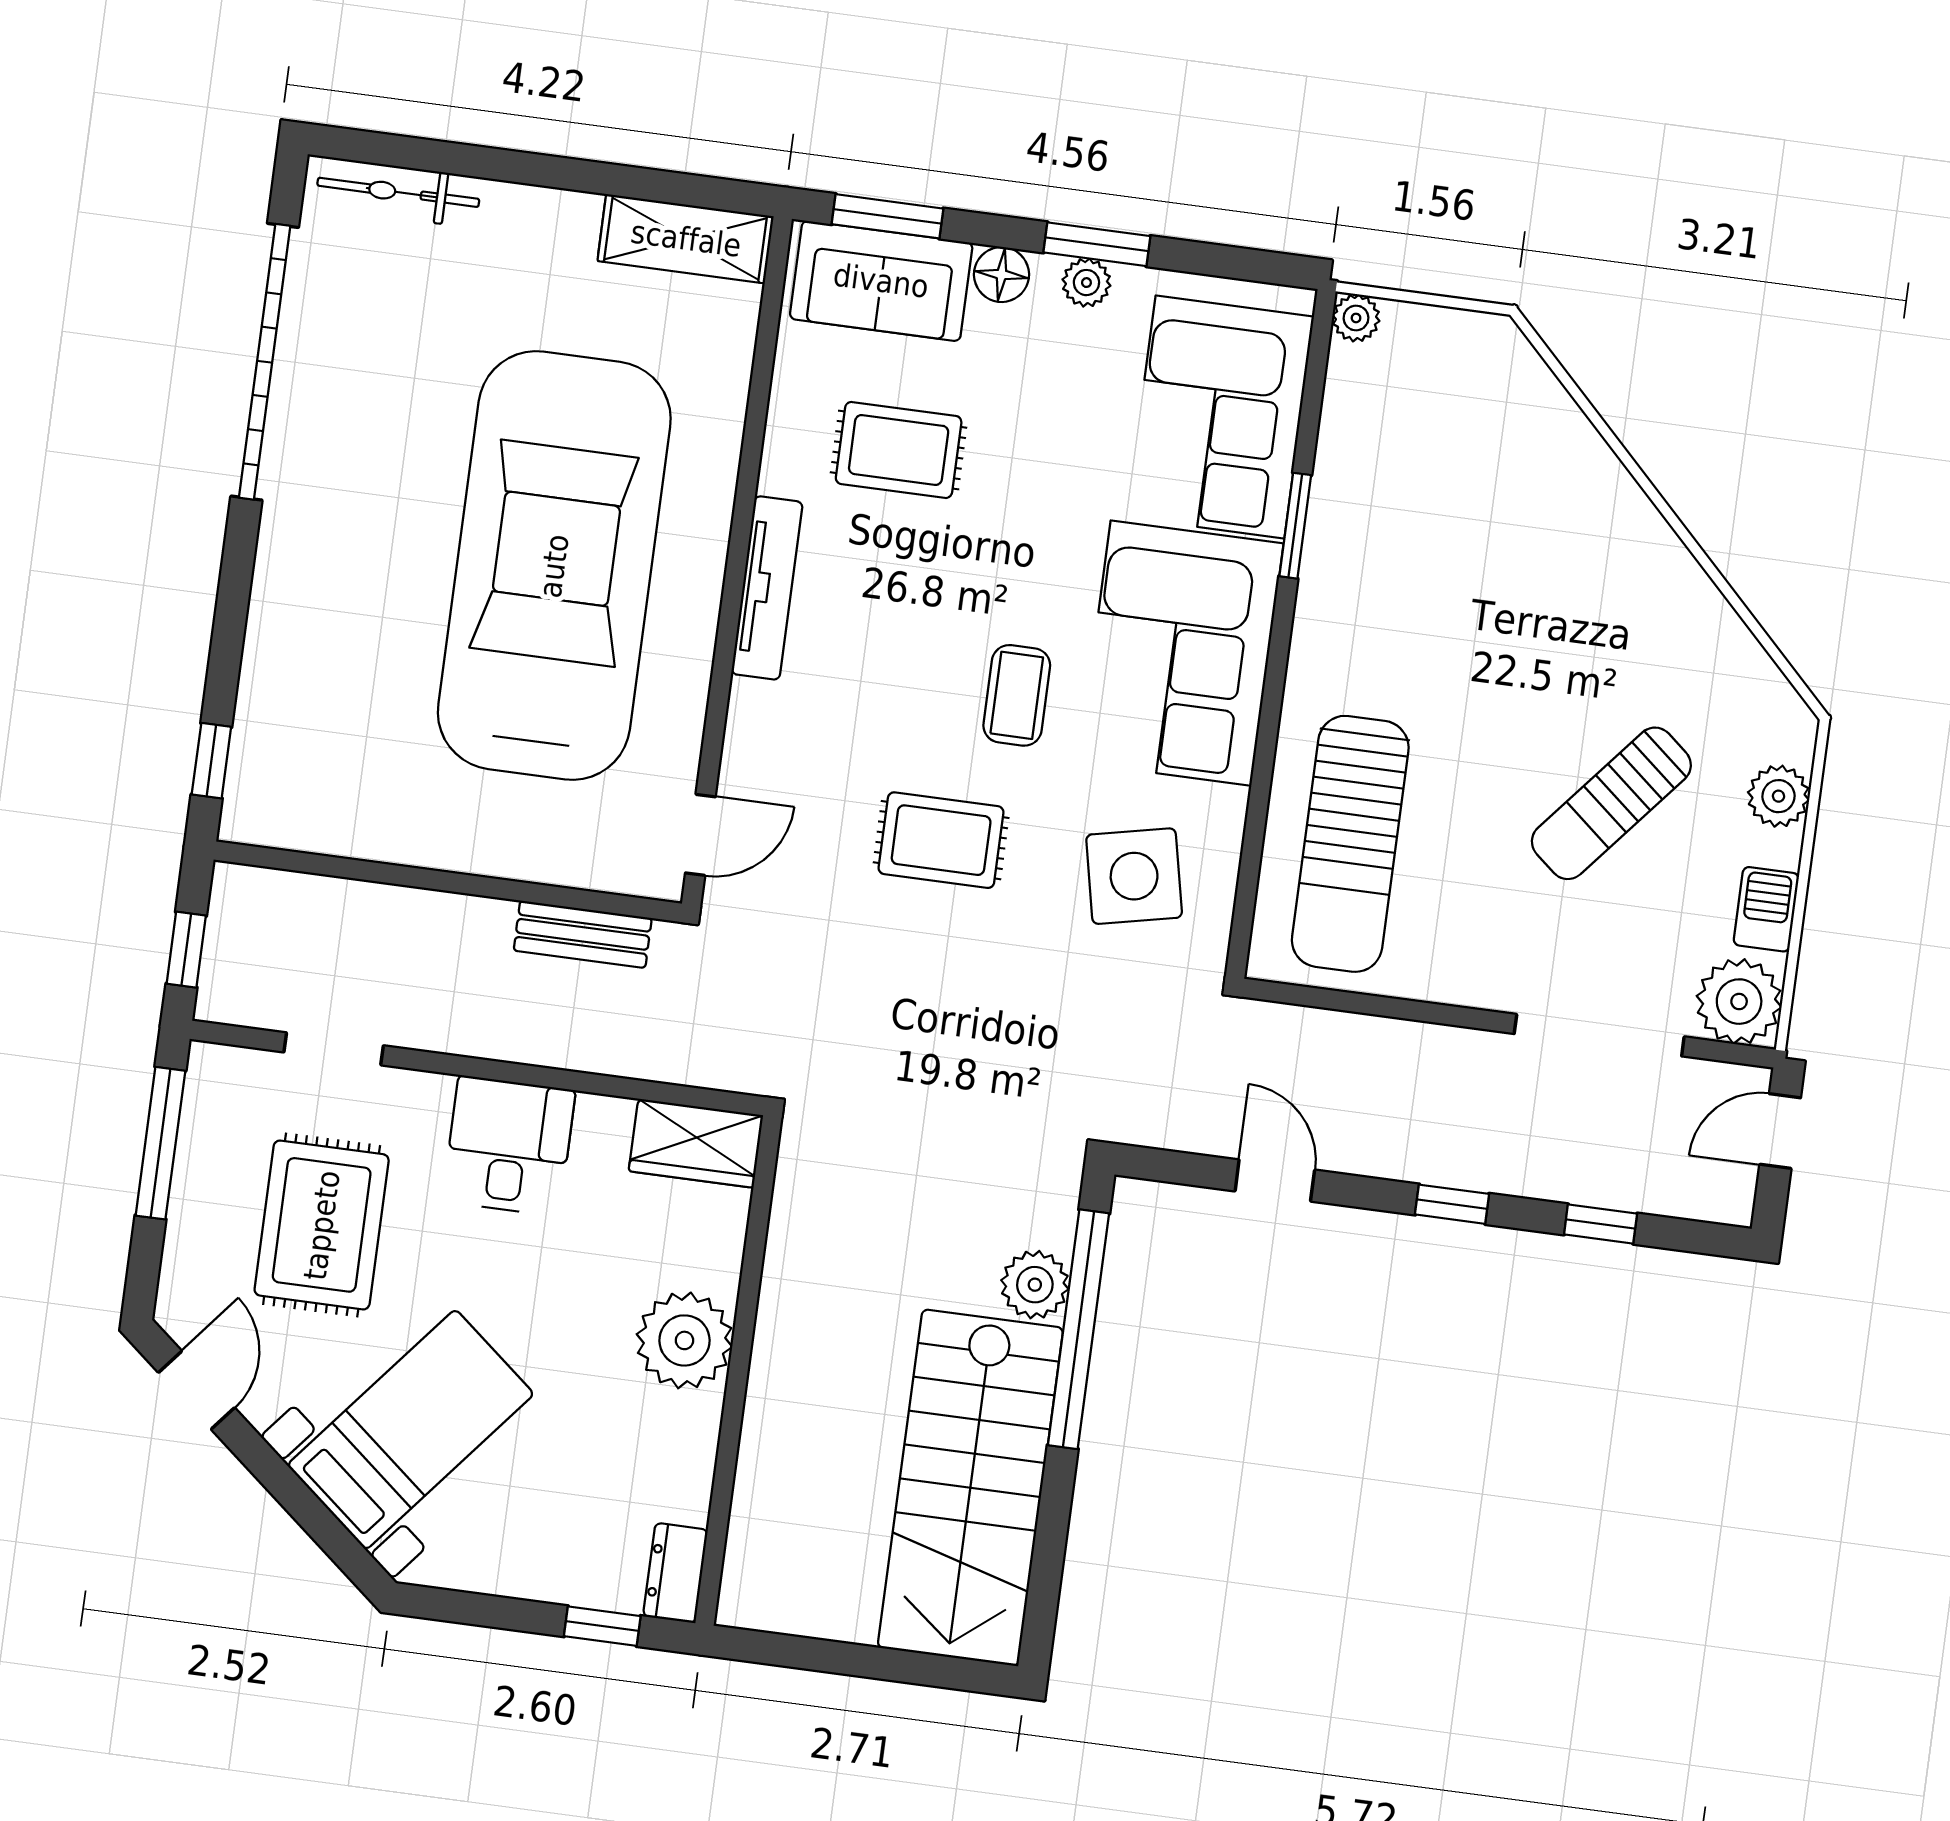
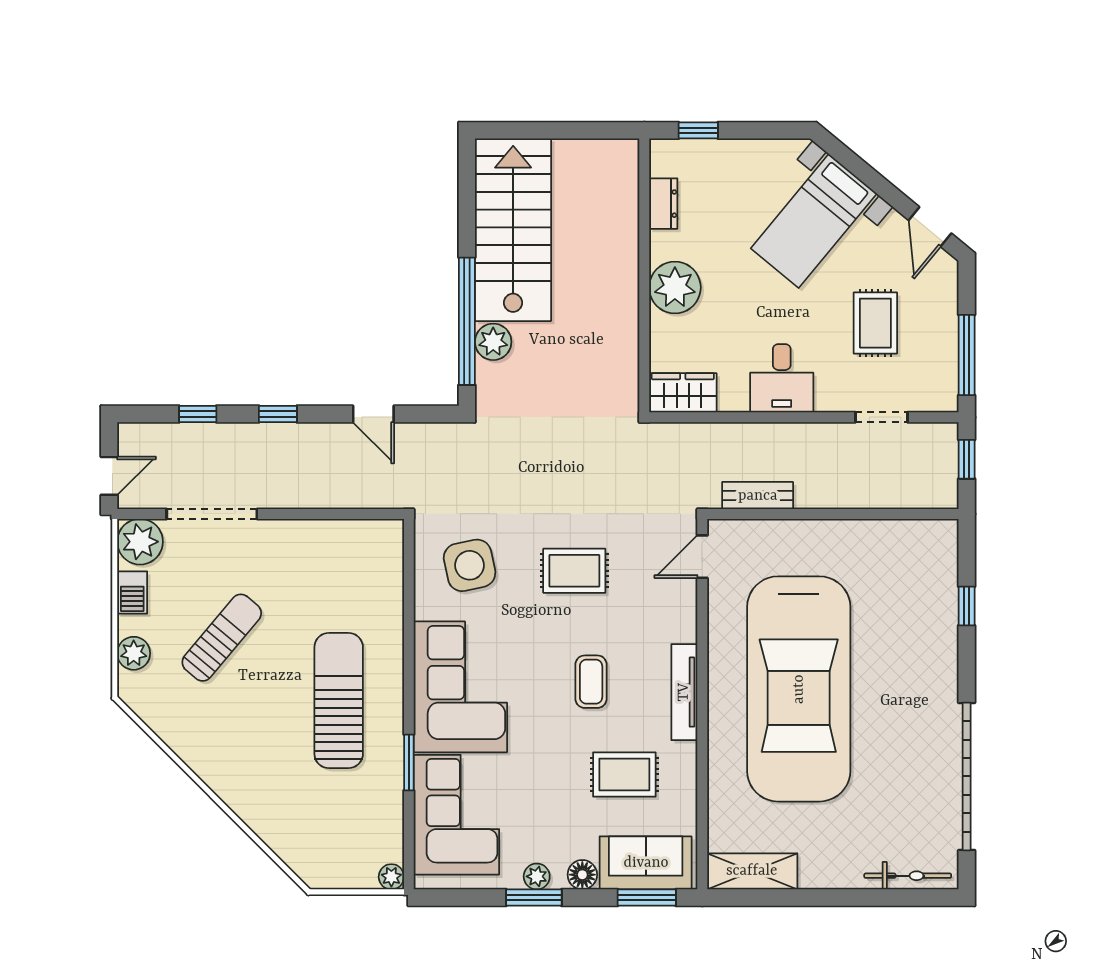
coffee table: (1017, 695) -> (591, 682), moved
window: (211, 761) -> (967, 606), moved
sun lounger: (1350, 844) -> (339, 701), moved
rug: (322, 1225) -> (875, 323), width x0.73, depth x0.70
dresser: (675, 1573) -> (663, 204), moved

